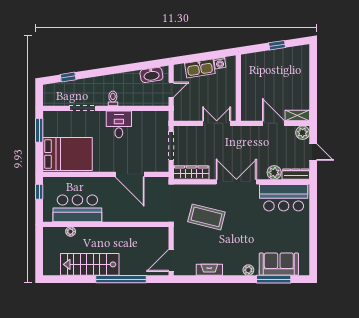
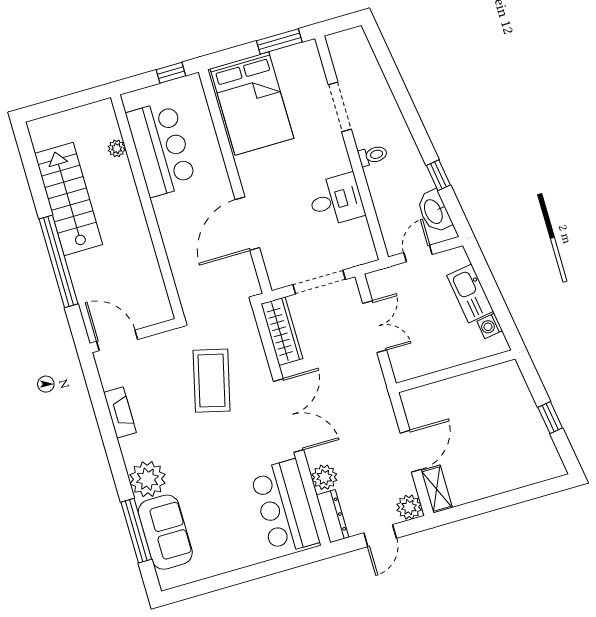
window: (68, 77) -> (438, 175), moved
door: (171, 90) -> (418, 254), swing flipped
double door: (217, 123) -> (375, 327), moved
desk: (119, 124) -> (336, 200), moved
plant: (248, 270) -> (148, 479), width x1.88, depth x1.88

